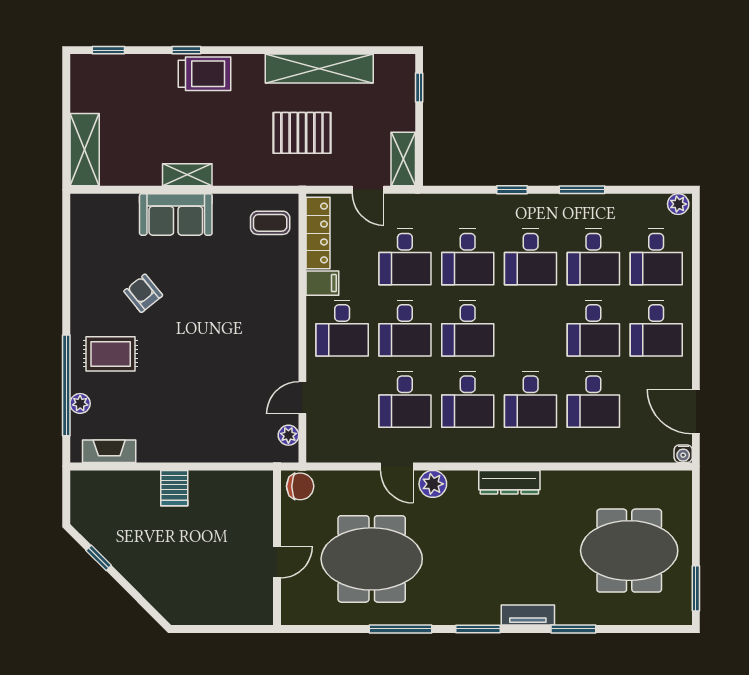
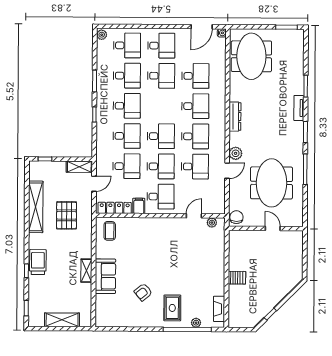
shelving: (85, 150) -> (62, 320), moved
door: (302, 398) -> (194, 216), swing flipped
meeting table: (629, 551) -> (251, 56), moved

